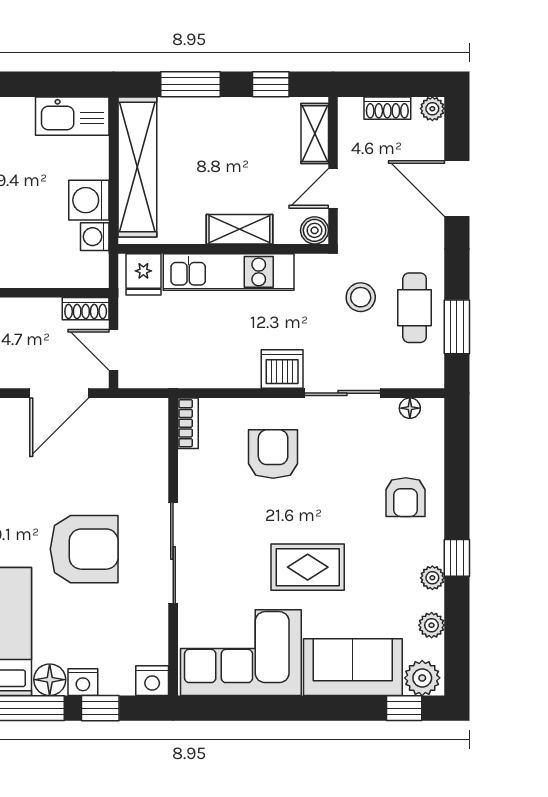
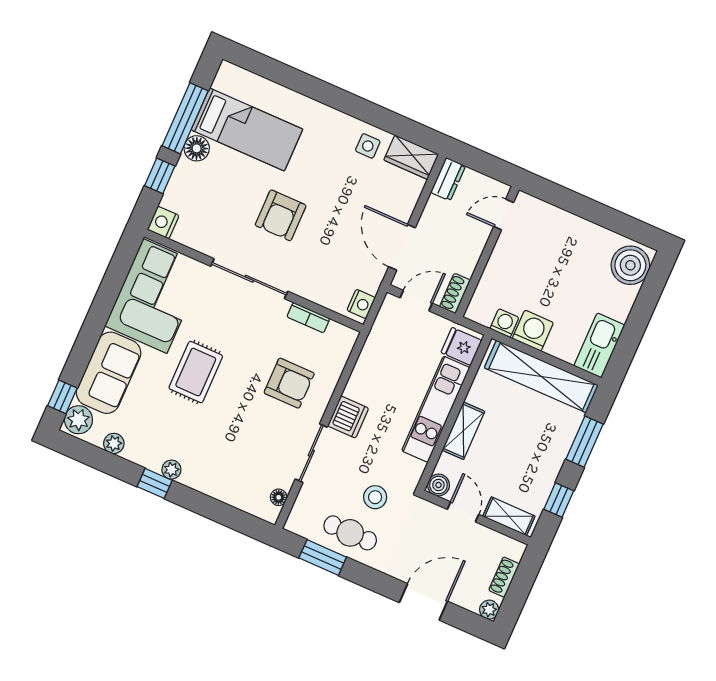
bookcase: (188, 423) -> (308, 318), moved
armchair: (406, 497) -> (215, 466), removed
armchair: (84, 549) -> (281, 215), width x0.73, depth x0.73
plant: (432, 578) -> (171, 470), moved
nightstand: (83, 682) -> (361, 304), moved, turned 180

